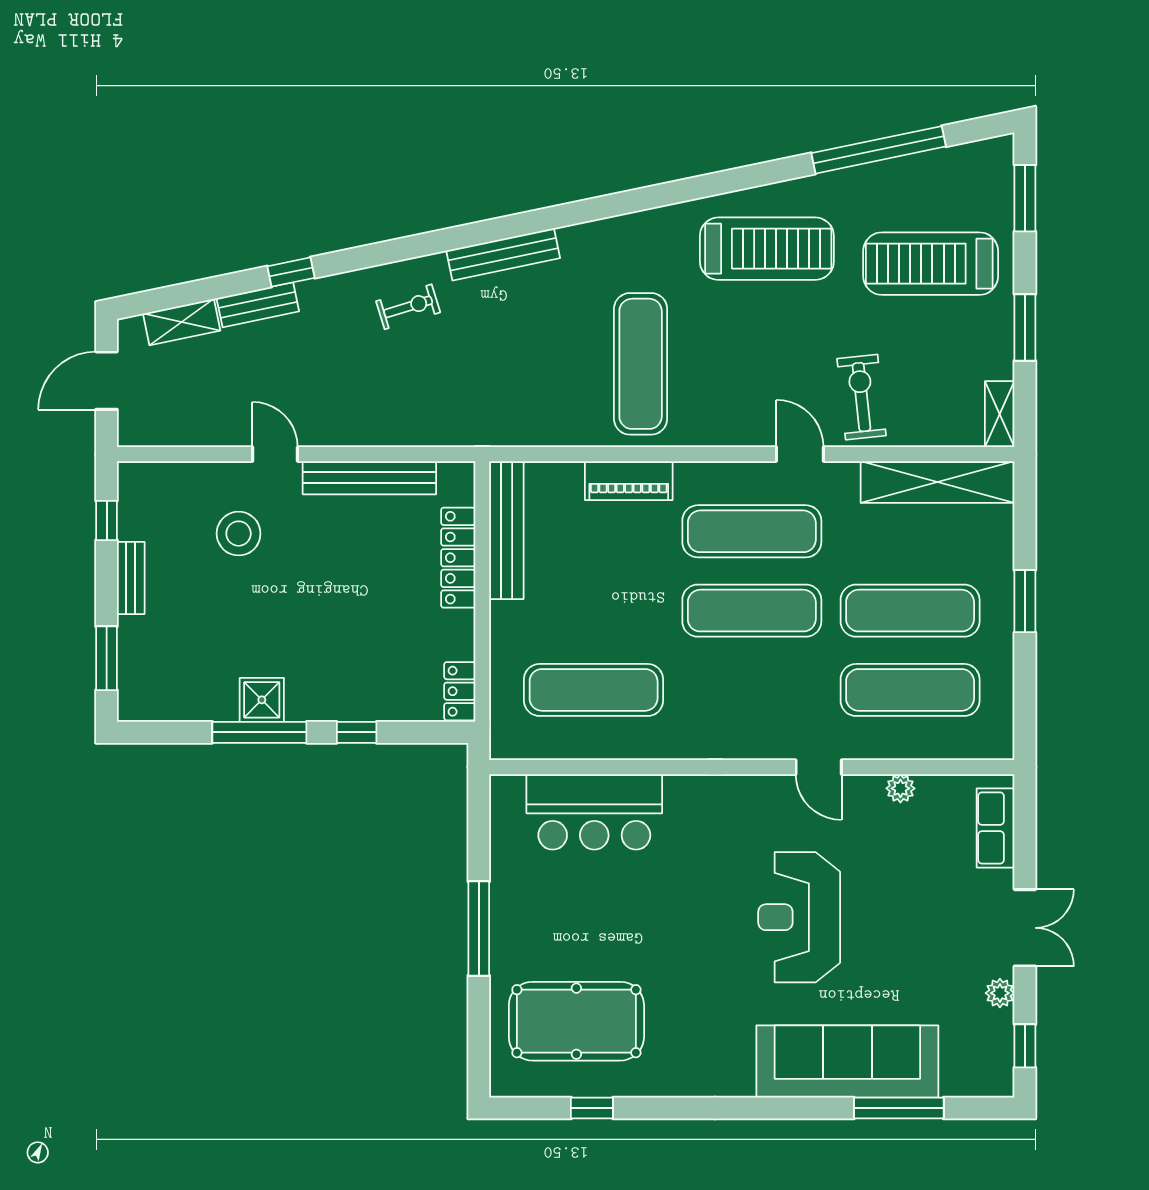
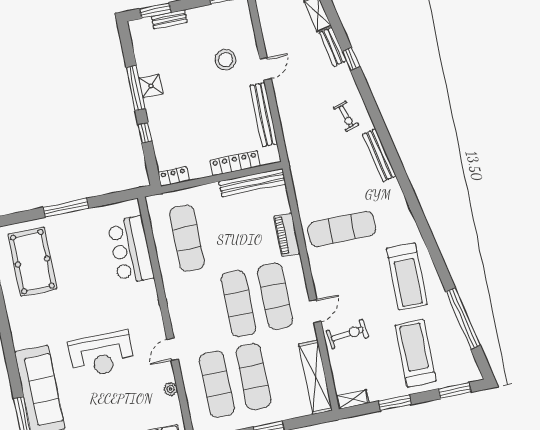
bench: (131, 578) -> (169, 19), moved
reception desk: (799, 917) -> (101, 355), turned 180

